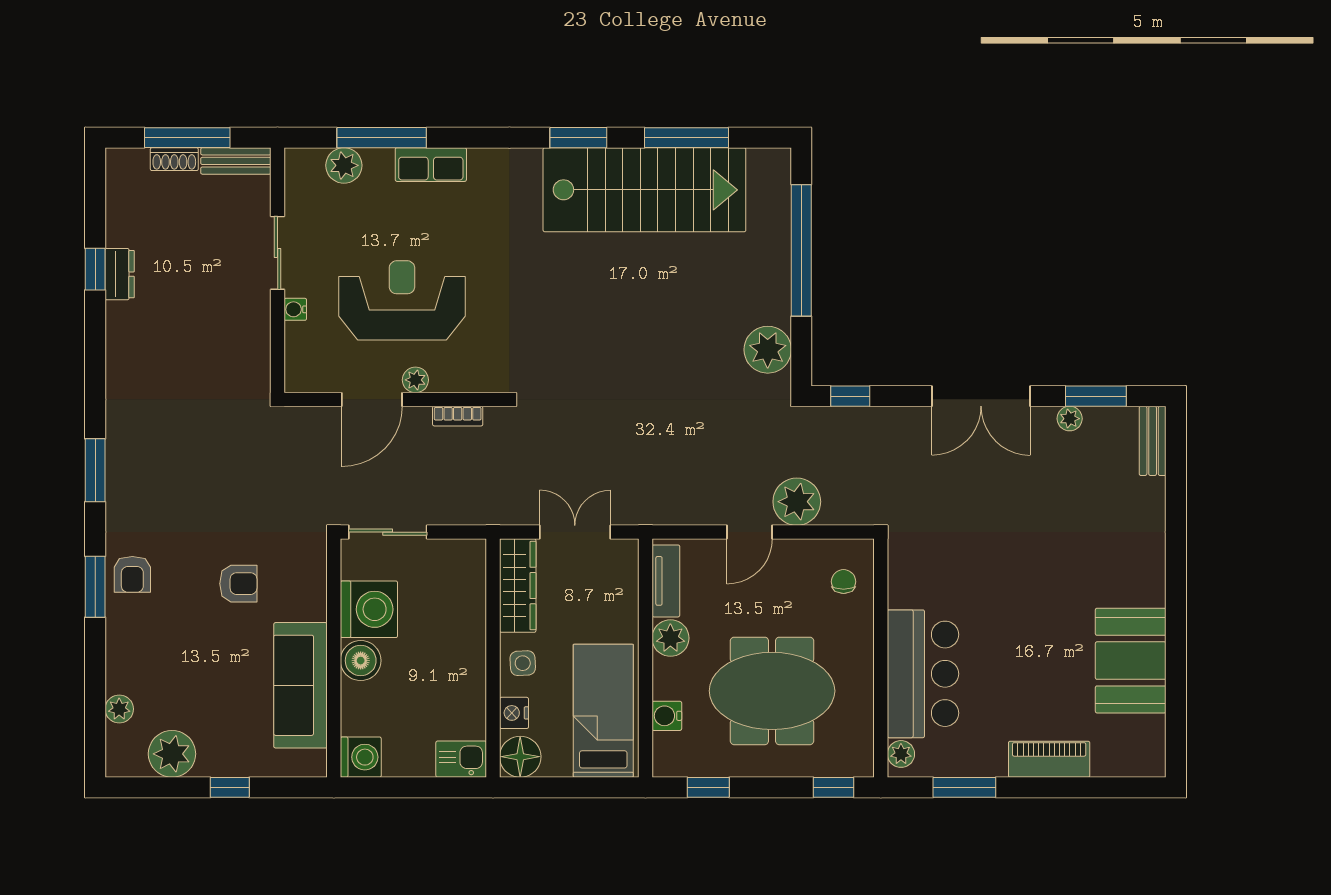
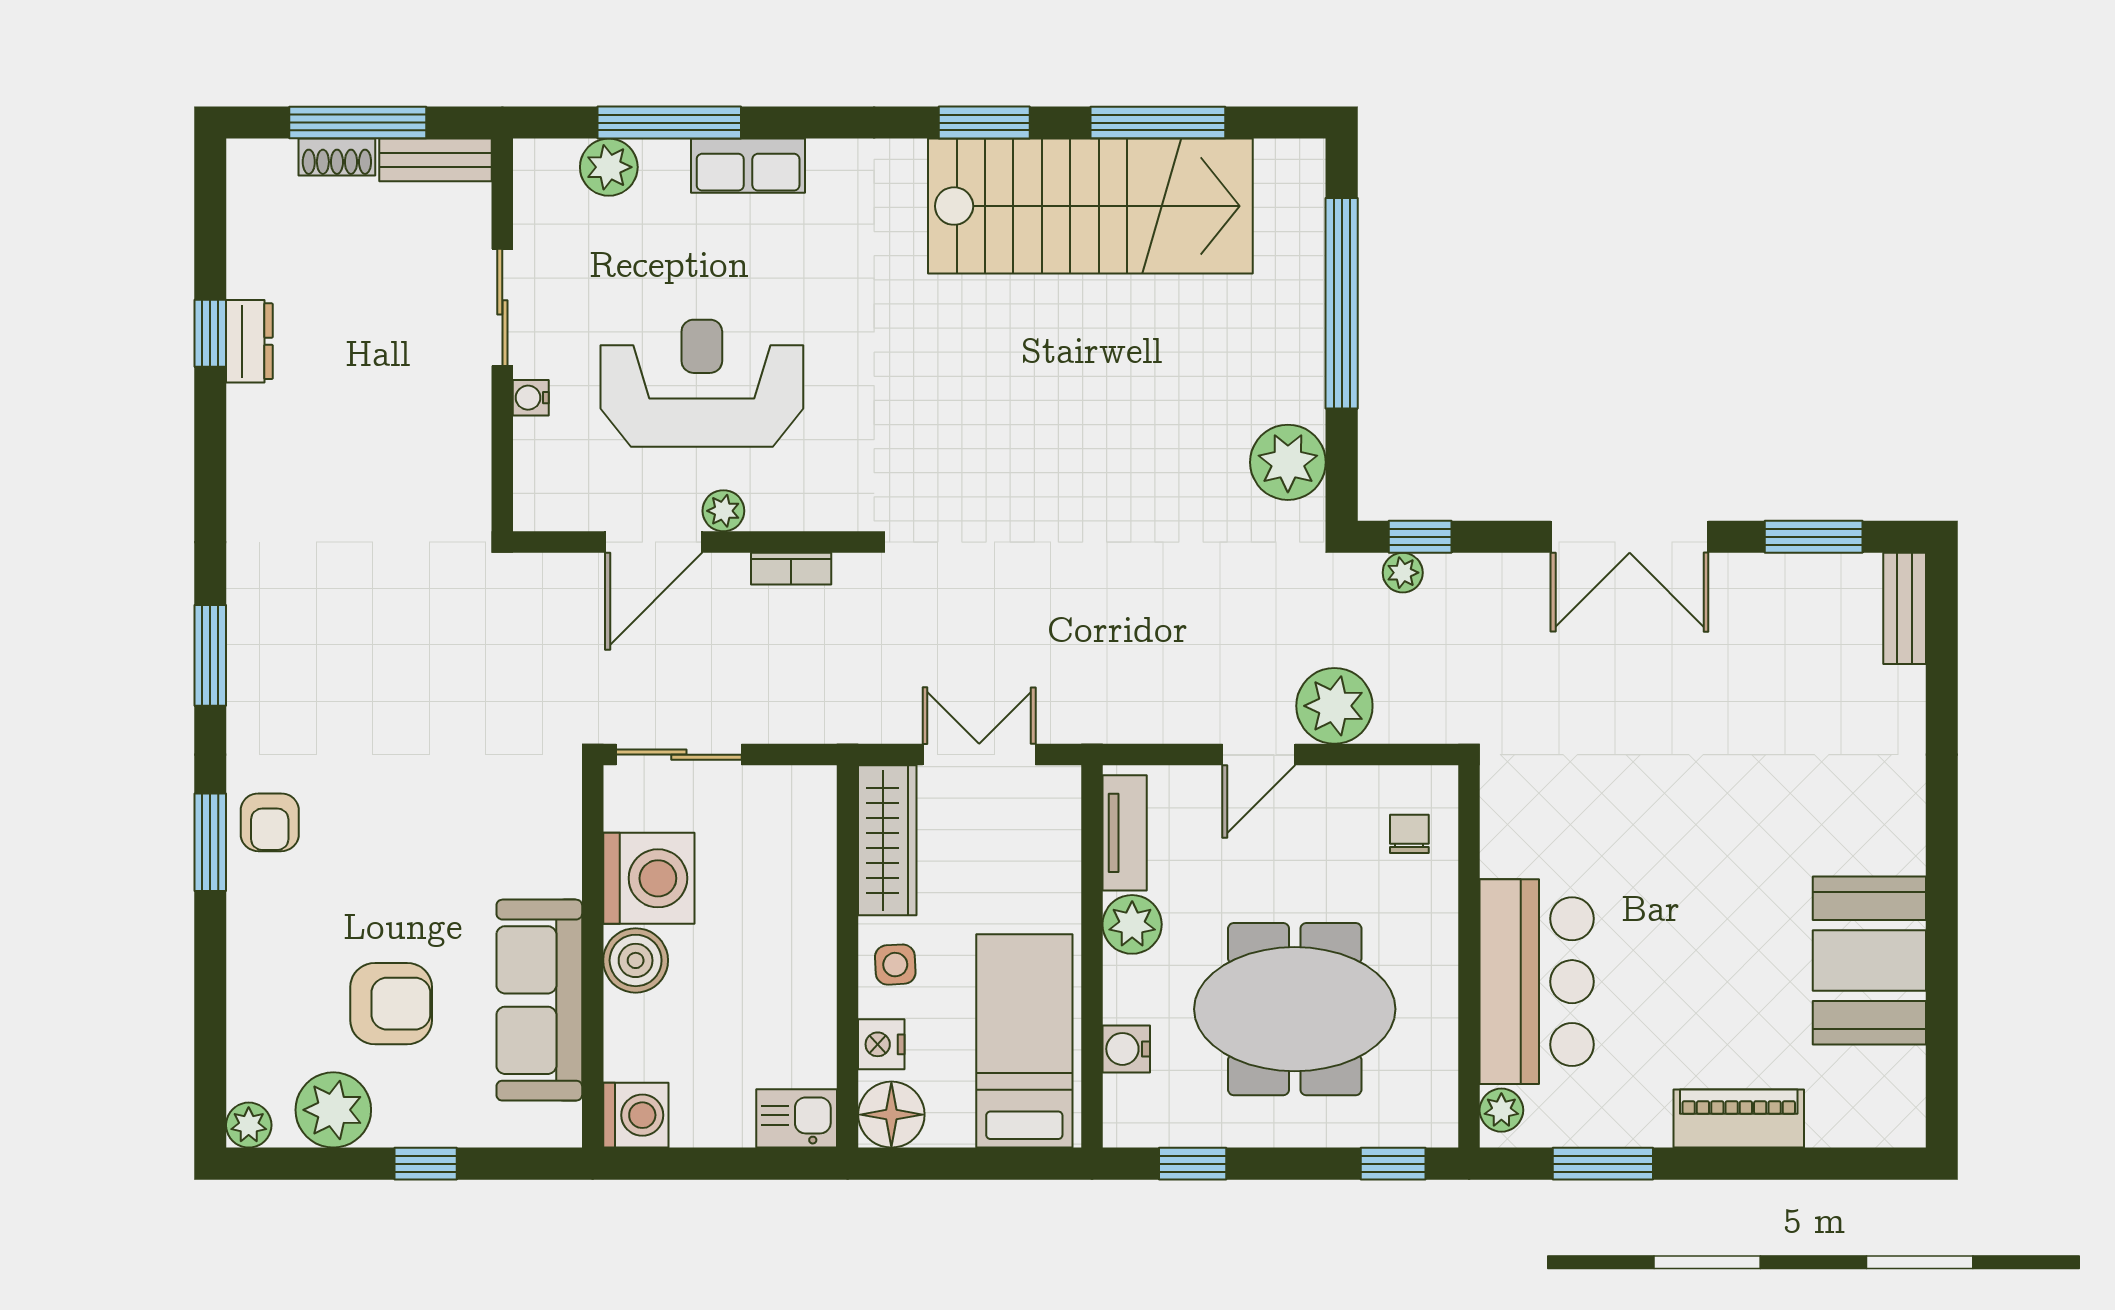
plant: (1070, 419) -> (1403, 573), moved
armchair: (238, 584) -> (391, 1004), moved, width x1.38, depth x1.38
plant: (119, 709) -> (249, 1125), moved

